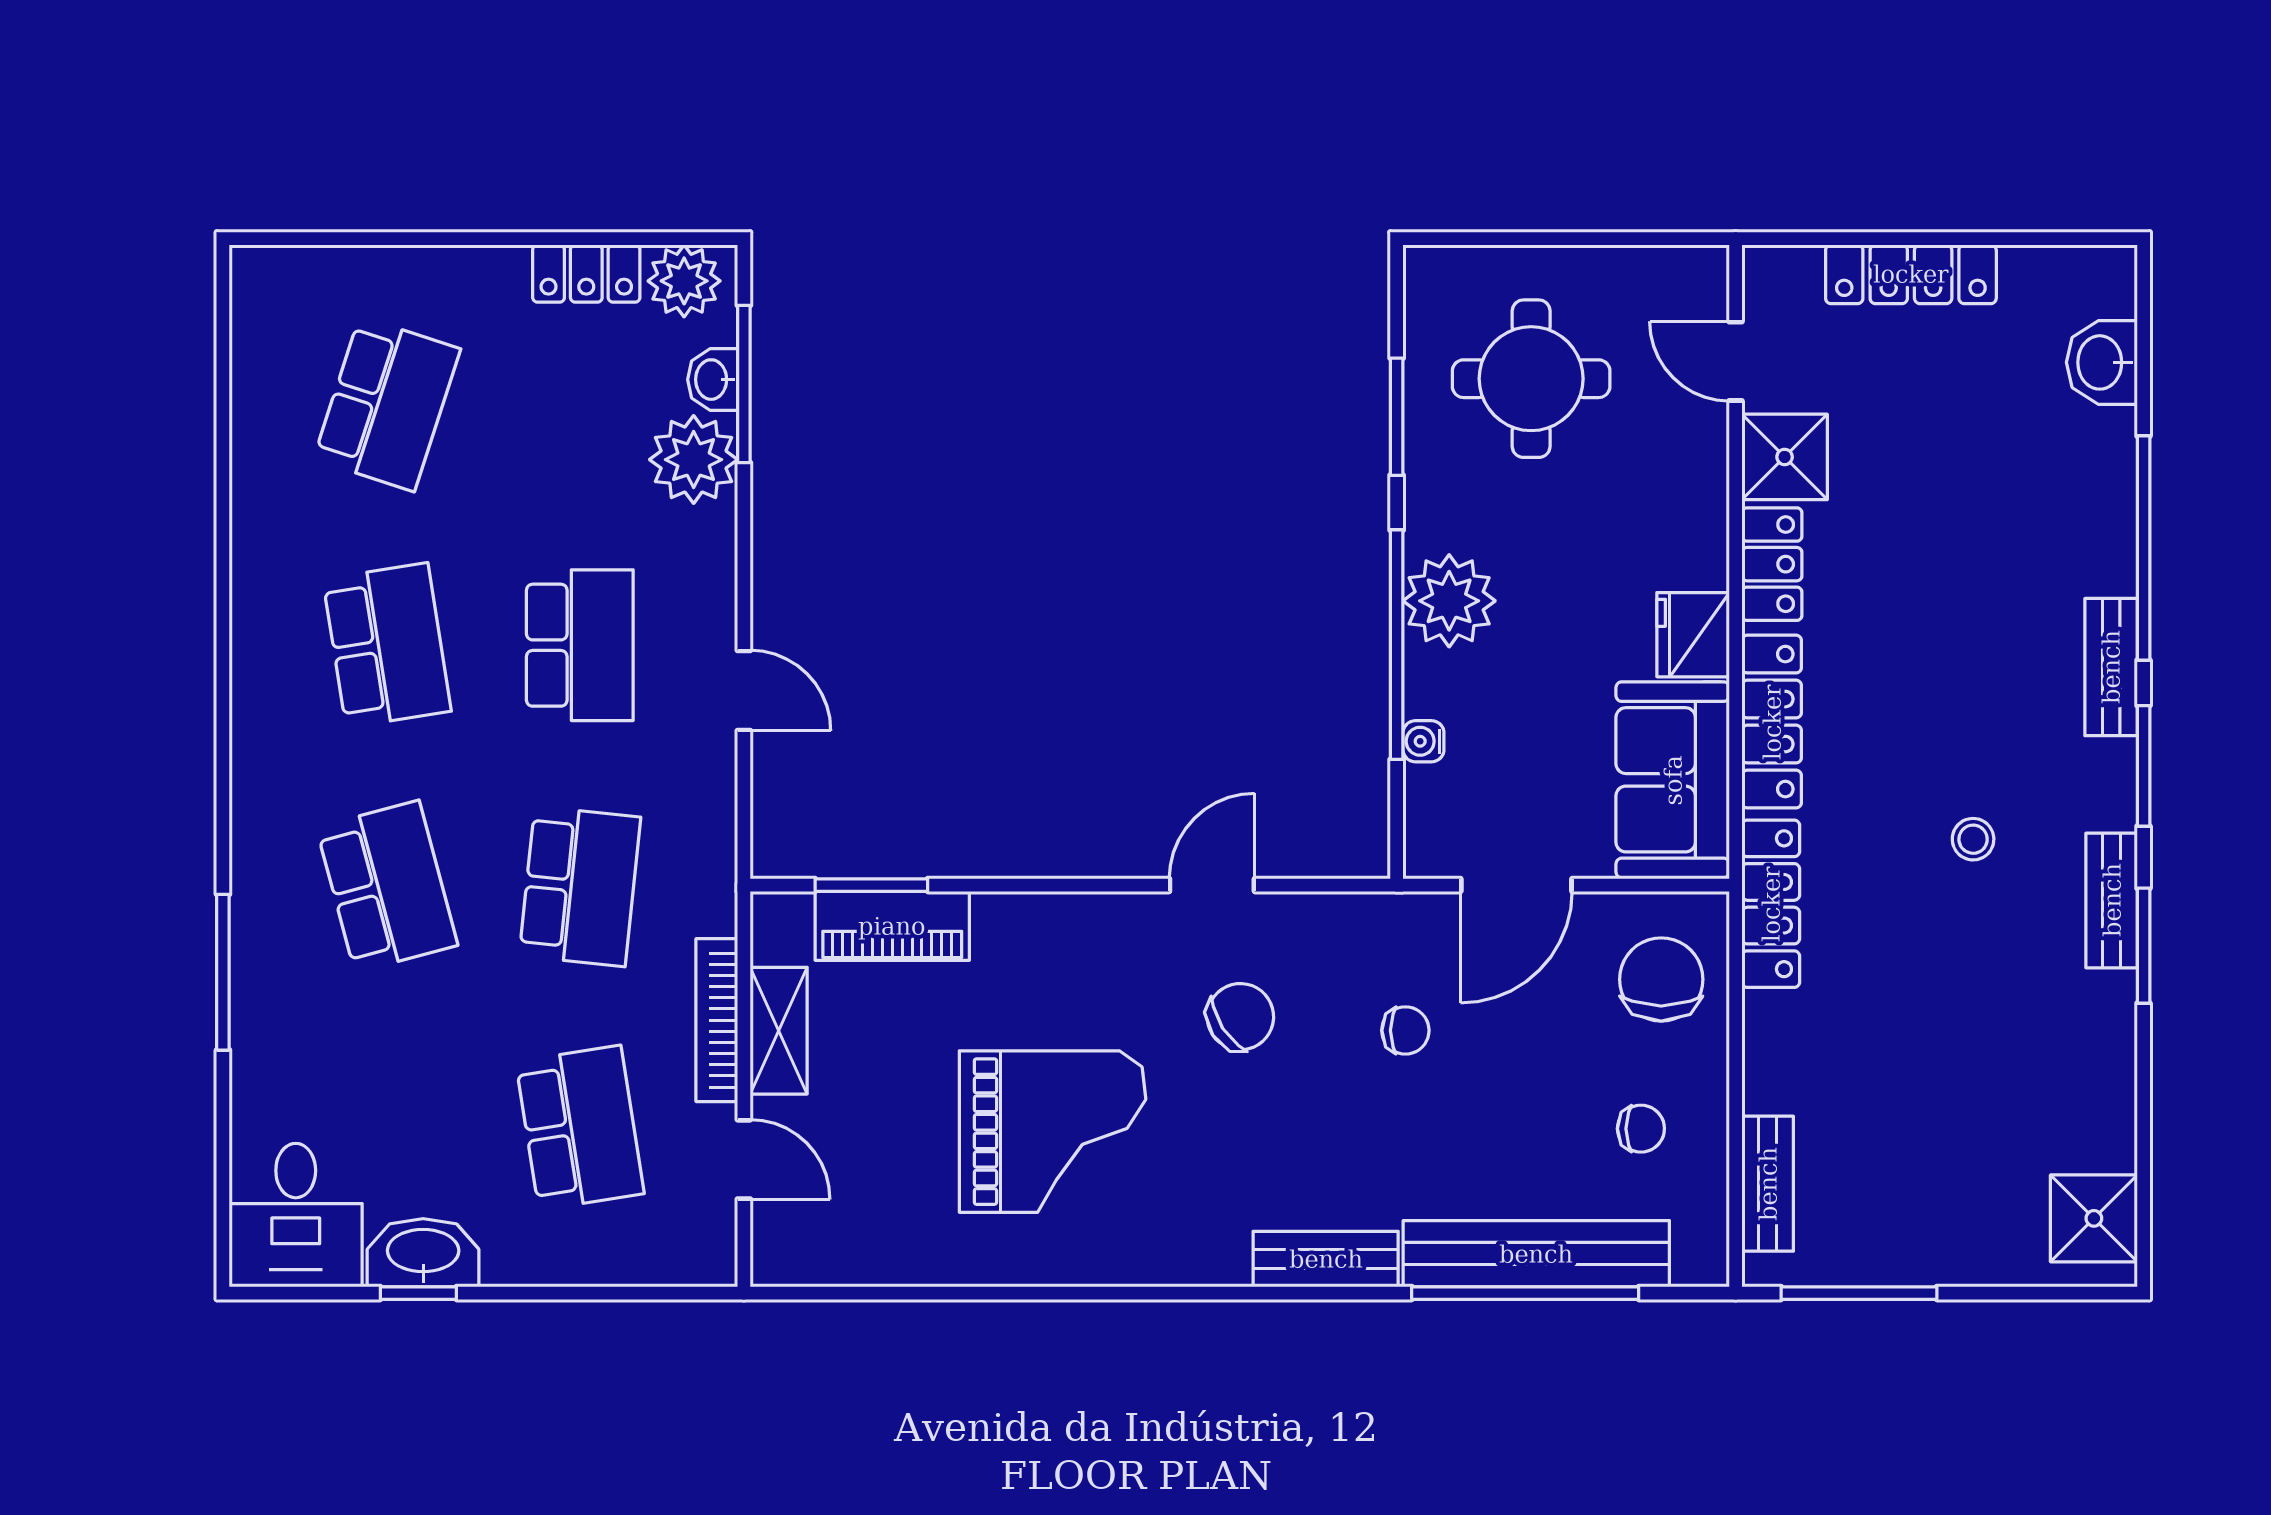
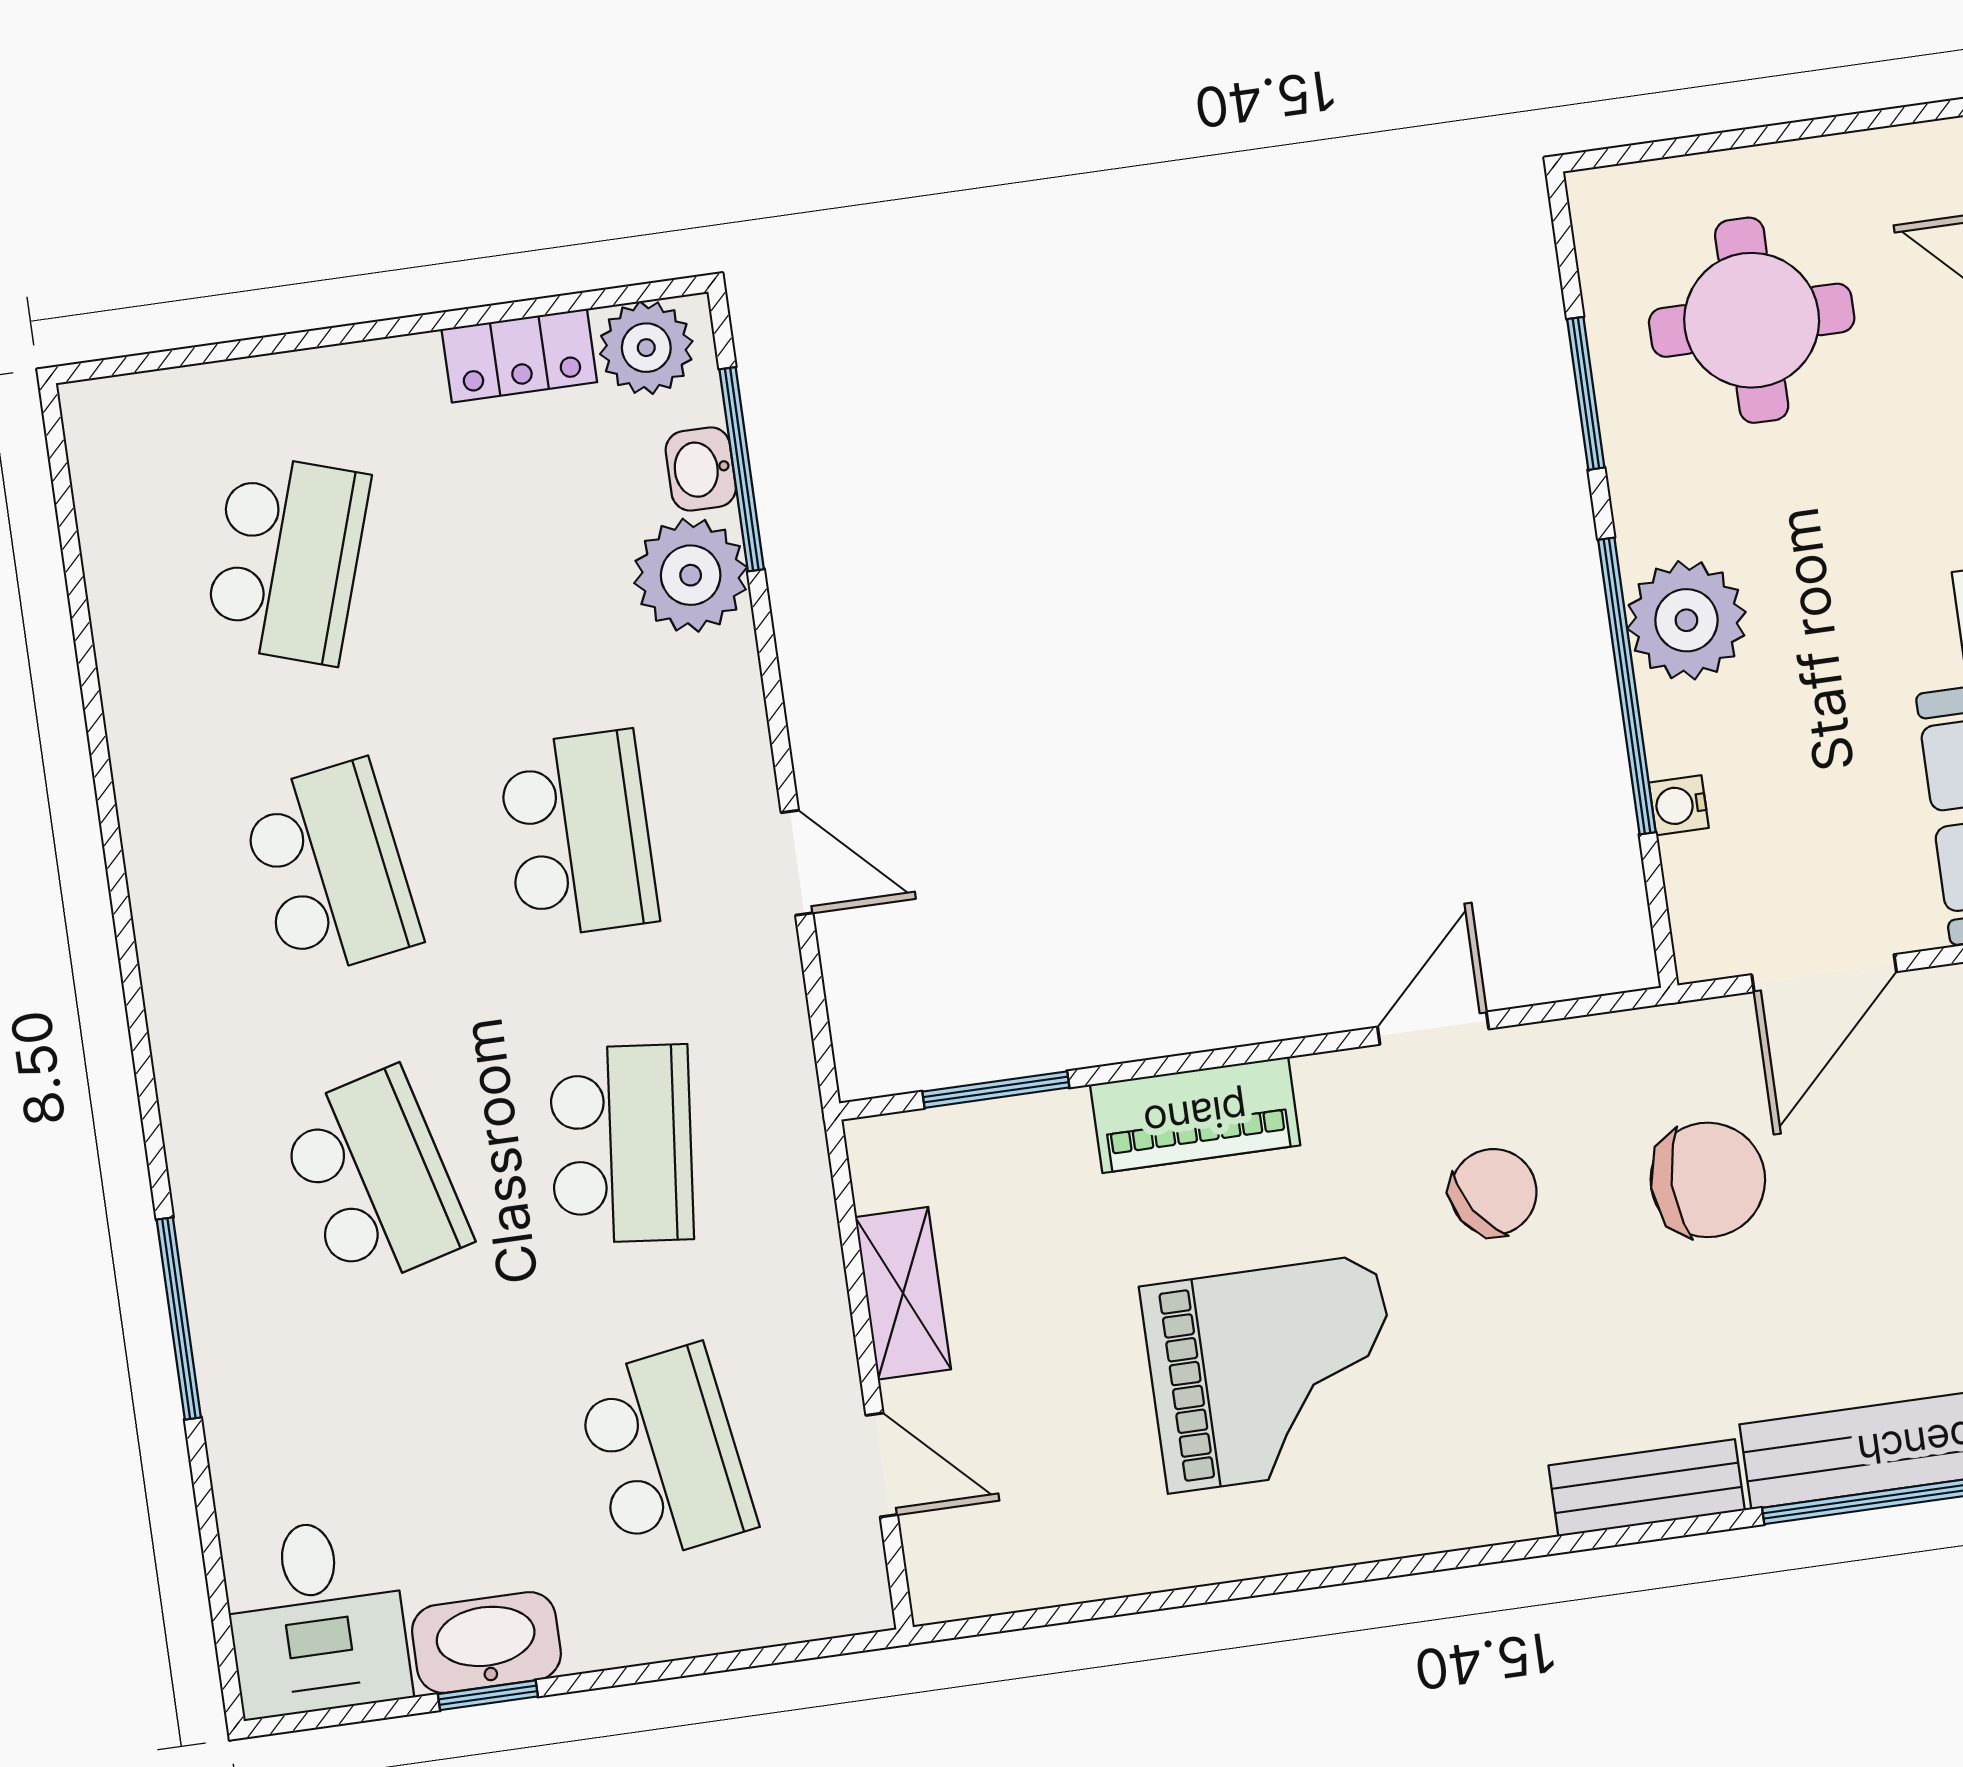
piano: (892, 926) -> (1195, 1115), moved
bookcase: (717, 1020) -> (822, 1291), removed
chair: (1405, 1030) -> (1708, 1180), width x1.87, depth x1.87

